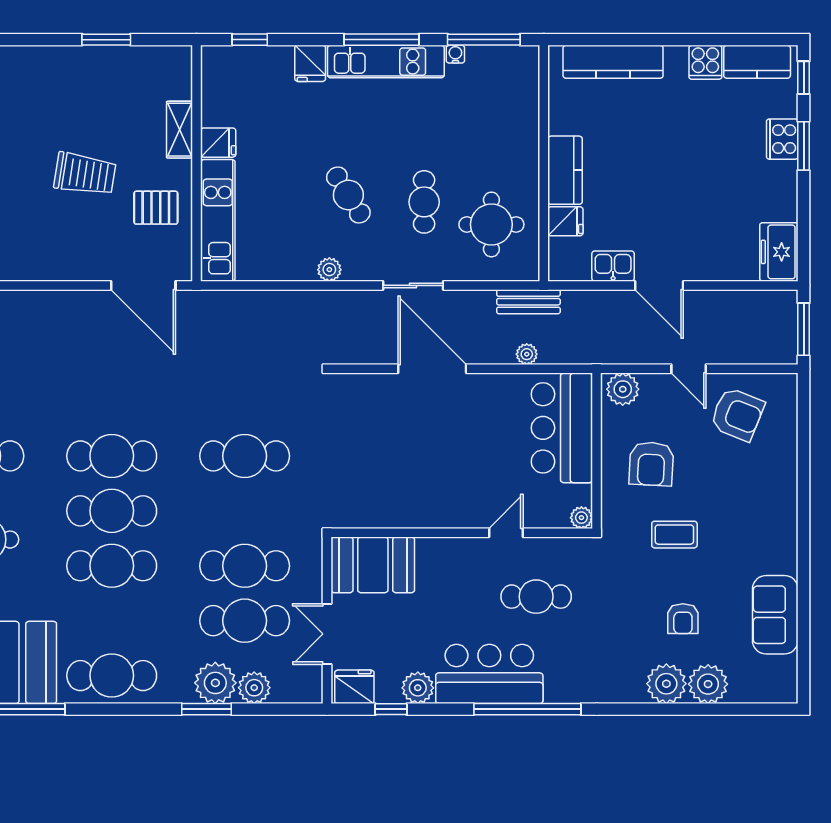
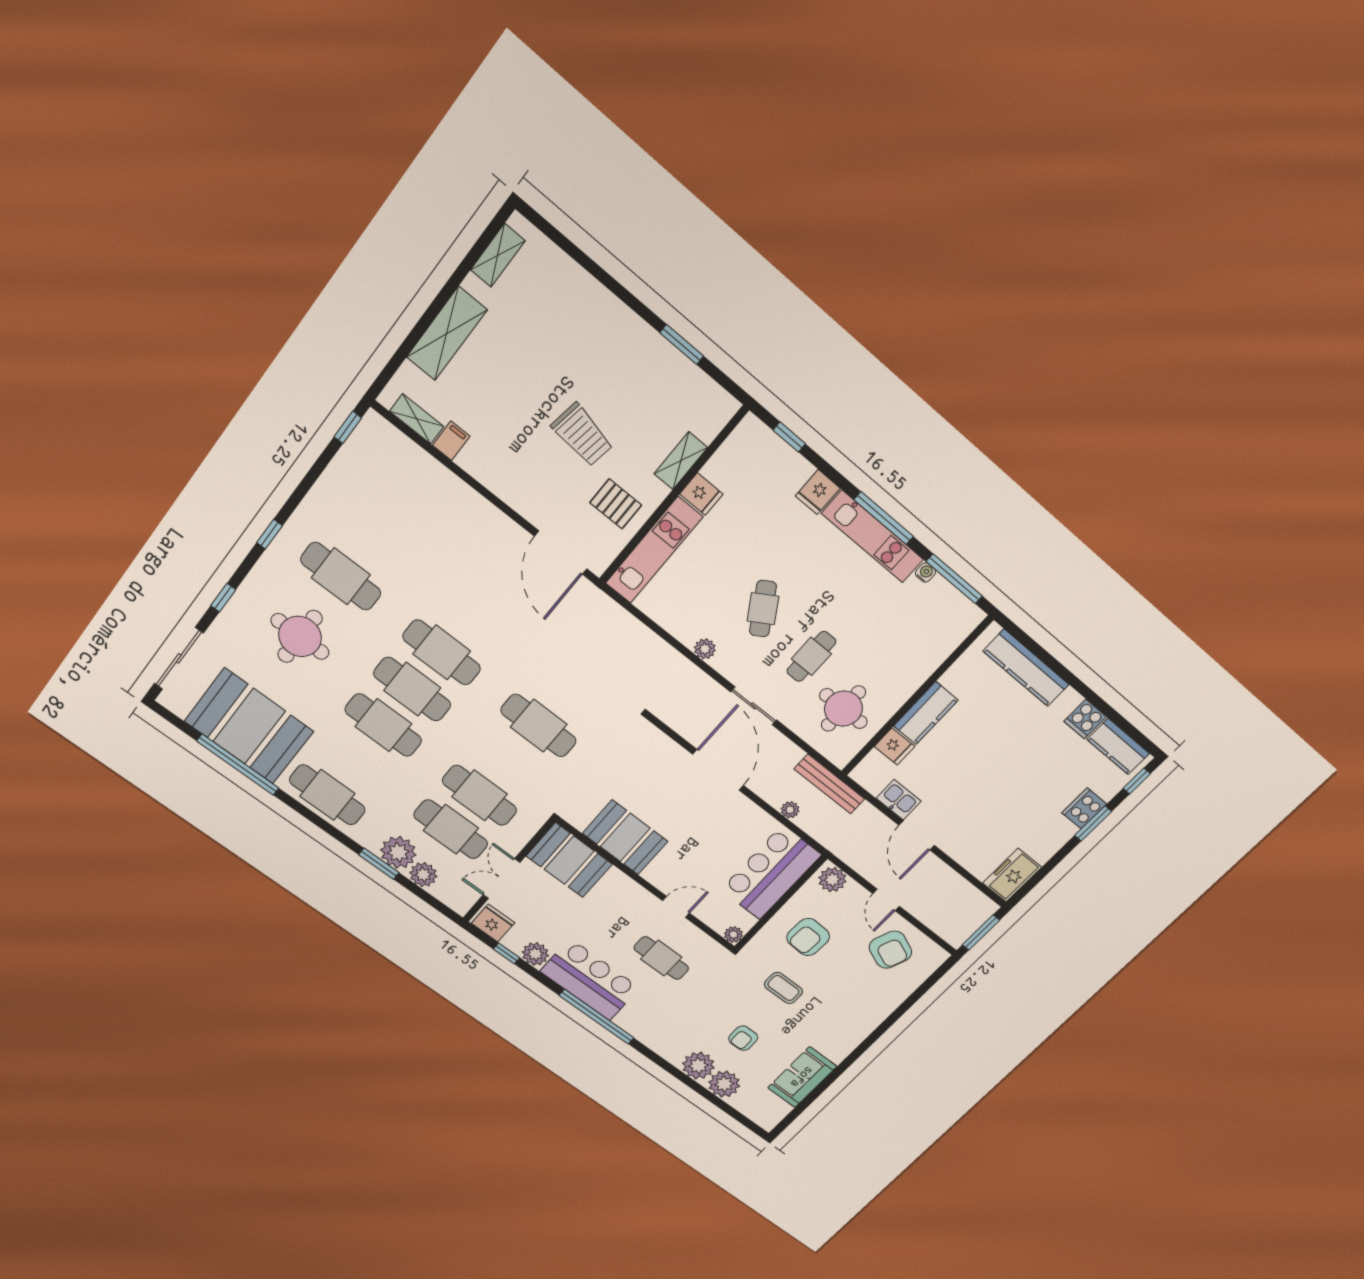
bench: (528, 302) -> (829, 784), width x1.36
booth: (404, 501) -> (625, 837), added

